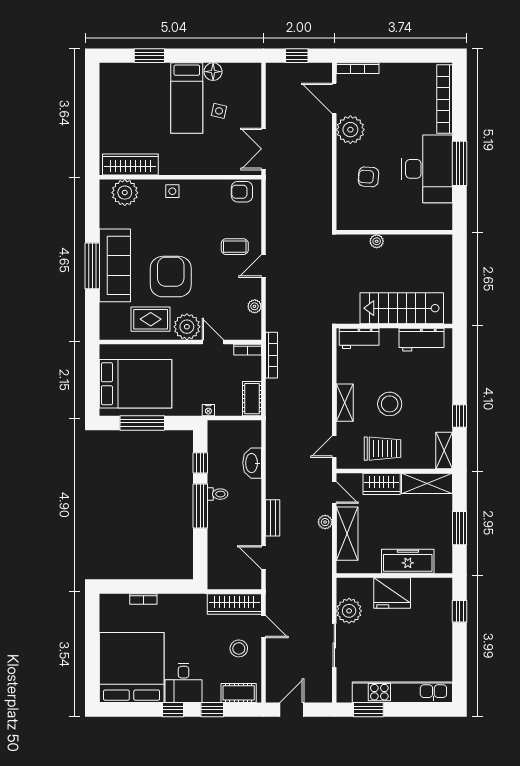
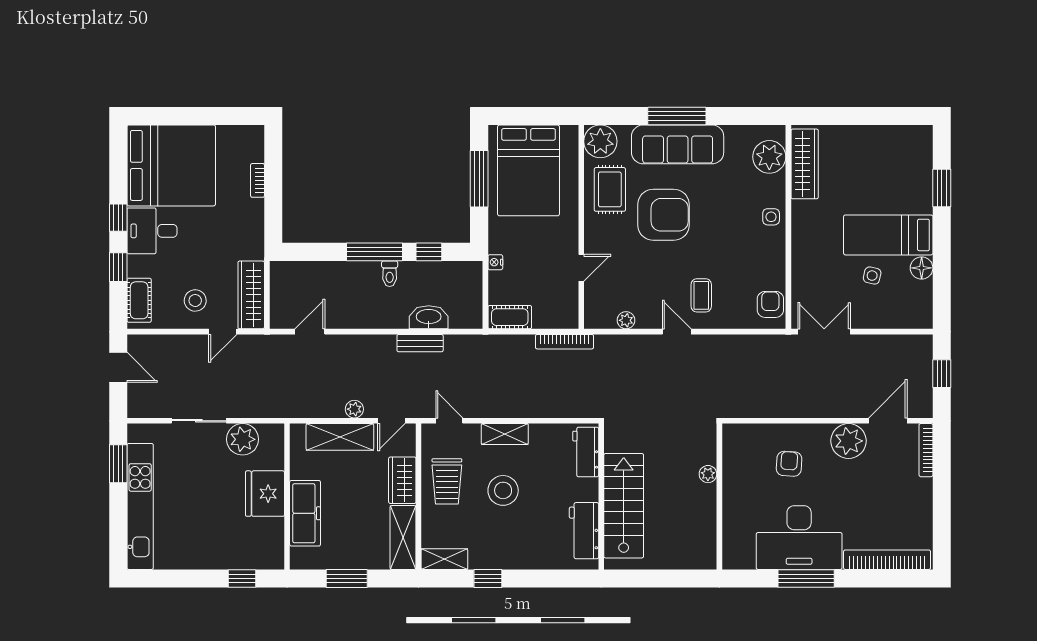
plant: (187, 327) -> (600, 141), moved
bookcase: (248, 350) -> (572, 312), removed
bench: (273, 518) -> (420, 343), moved

